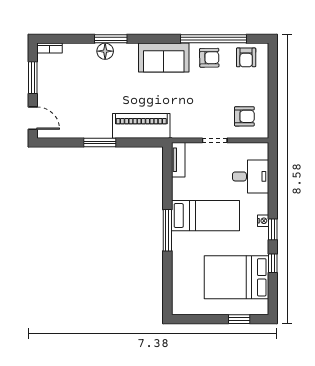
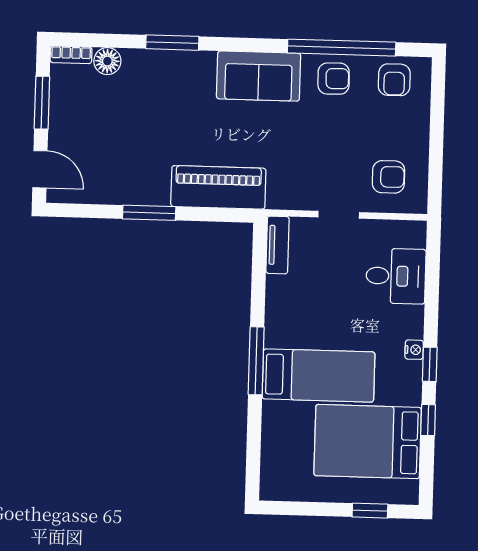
floor lamp: (105, 51) -> (107, 61), moved
bed: (205, 216) -> (319, 375), moved

